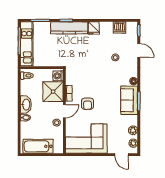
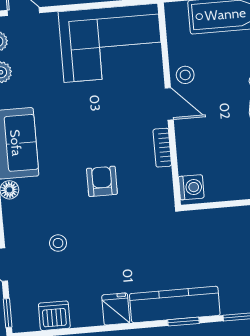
shower: (53, 92) -> (200, 148), removed
armchair: (87, 104) -> (102, 181), moved
door: (64, 111) -> (169, 104), swing flipped

